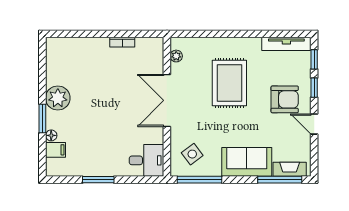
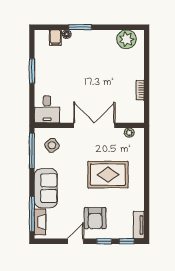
tv unit: (286, 44) -> (139, 225), width x0.71
plant: (58, 98) -> (126, 39), moved

